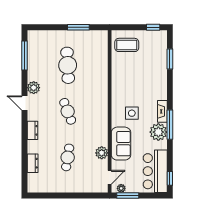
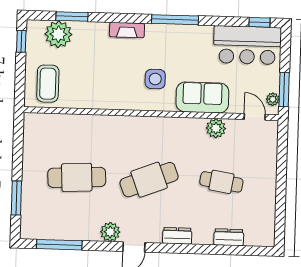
window: (78, 27) -> (16, 198), moved
cafe table: (68, 111) -> (149, 180), width x1.37, depth x1.35
fireplace: (162, 111) -> (127, 30), moved
plant: (158, 132) -> (58, 34), moved

